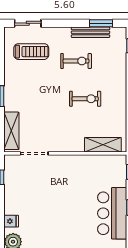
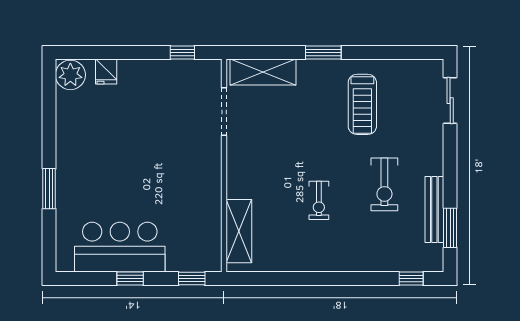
treadmill: (31, 52) -> (362, 104), moved
exercise bike: (85, 99) -> (319, 200), width x0.73, depth x0.72

